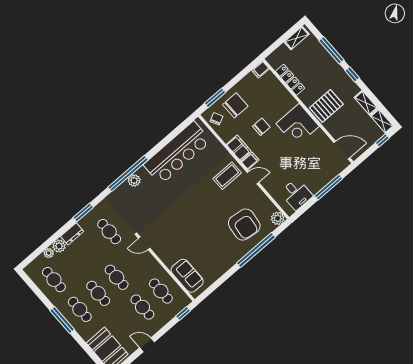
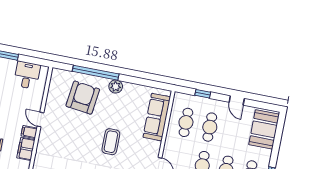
coffee table: (227, 176) -> (111, 142), moved, turned 90
plant: (278, 218) -> (116, 87), moved
sofa: (187, 276) -> (157, 117), width x1.36
window: (183, 314) -> (203, 94), moved

